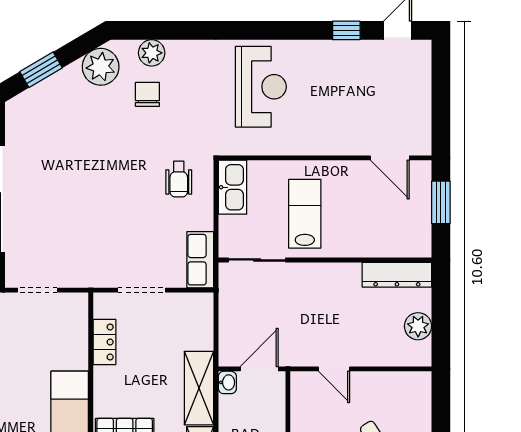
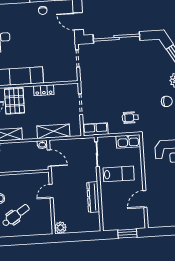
door: (390, 158) -> (145, 199), moved
dresser: (397, 275) -> (93, 197), moved
plant: (418, 326) -> (60, 228), moved
locker: (104, 342) -> (44, 90), moved
shelving: (199, 388) -> (53, 131), moved

